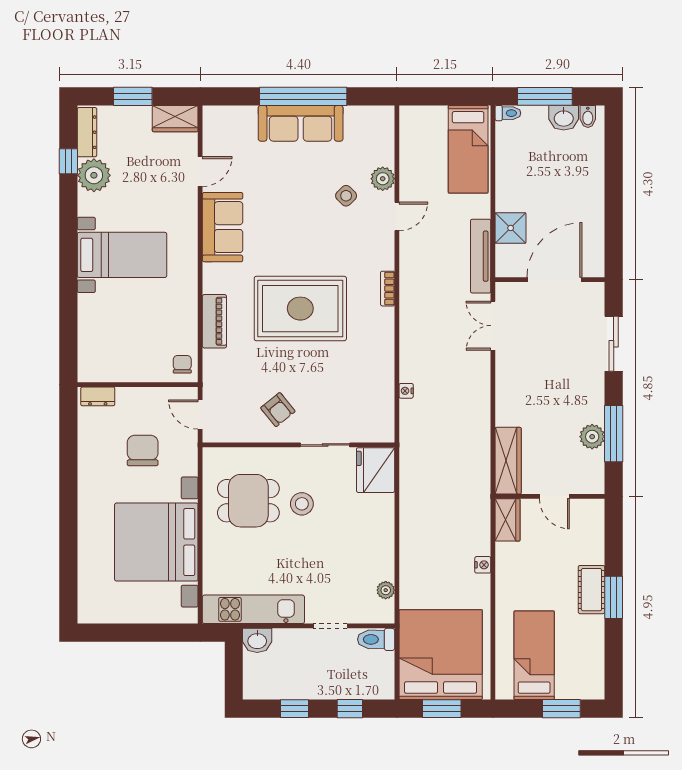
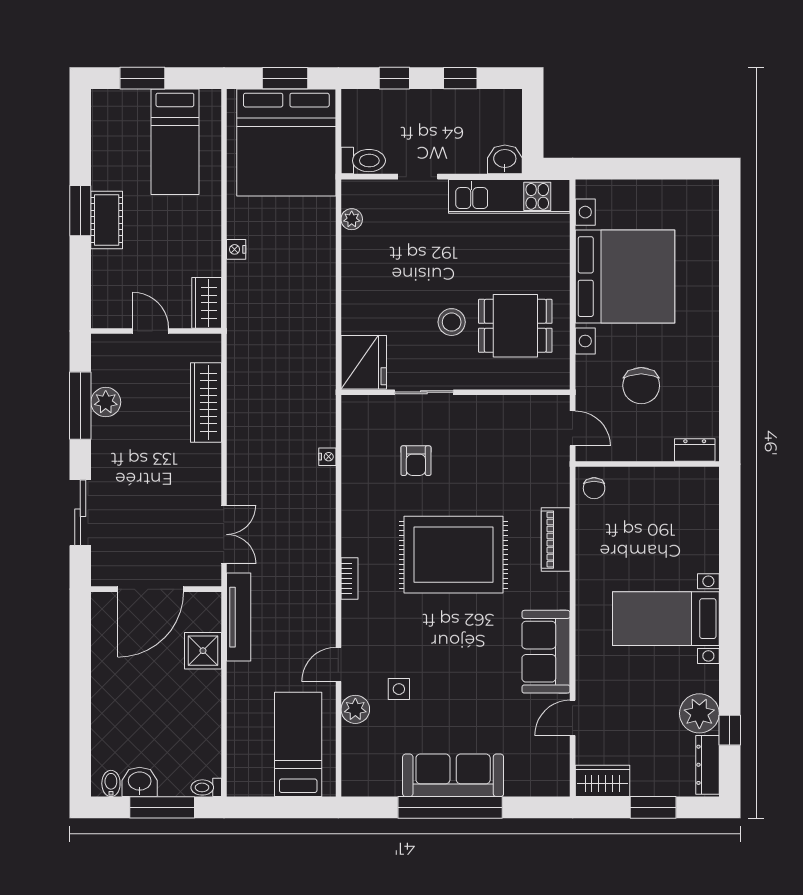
bed: (468, 149) -> (298, 744), moved
side table: (346, 196) -> (399, 689), turned 45
armchair: (278, 410) -> (416, 461), moved, turned -141
wardrobe: (508, 461) -> (206, 402), moved

